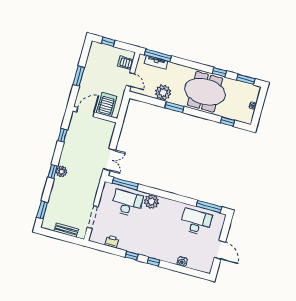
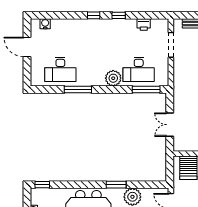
window: (227, 122) -> (42, 185), moved
double door: (109, 159) -> (170, 125), moved
window: (209, 207) -> (78, 89), moved
water cooler: (182, 262) -> (45, 24), moved

